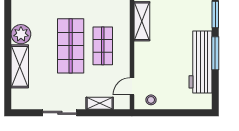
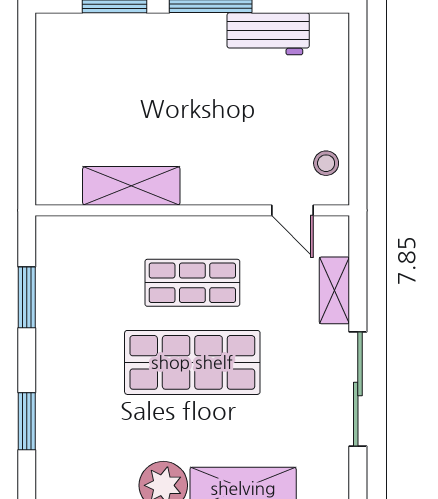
workbench: (200, 62) -> (268, 34), width x0.53, depth x0.76
sliding door: (60, 113) -> (358, 389), width x1.37

